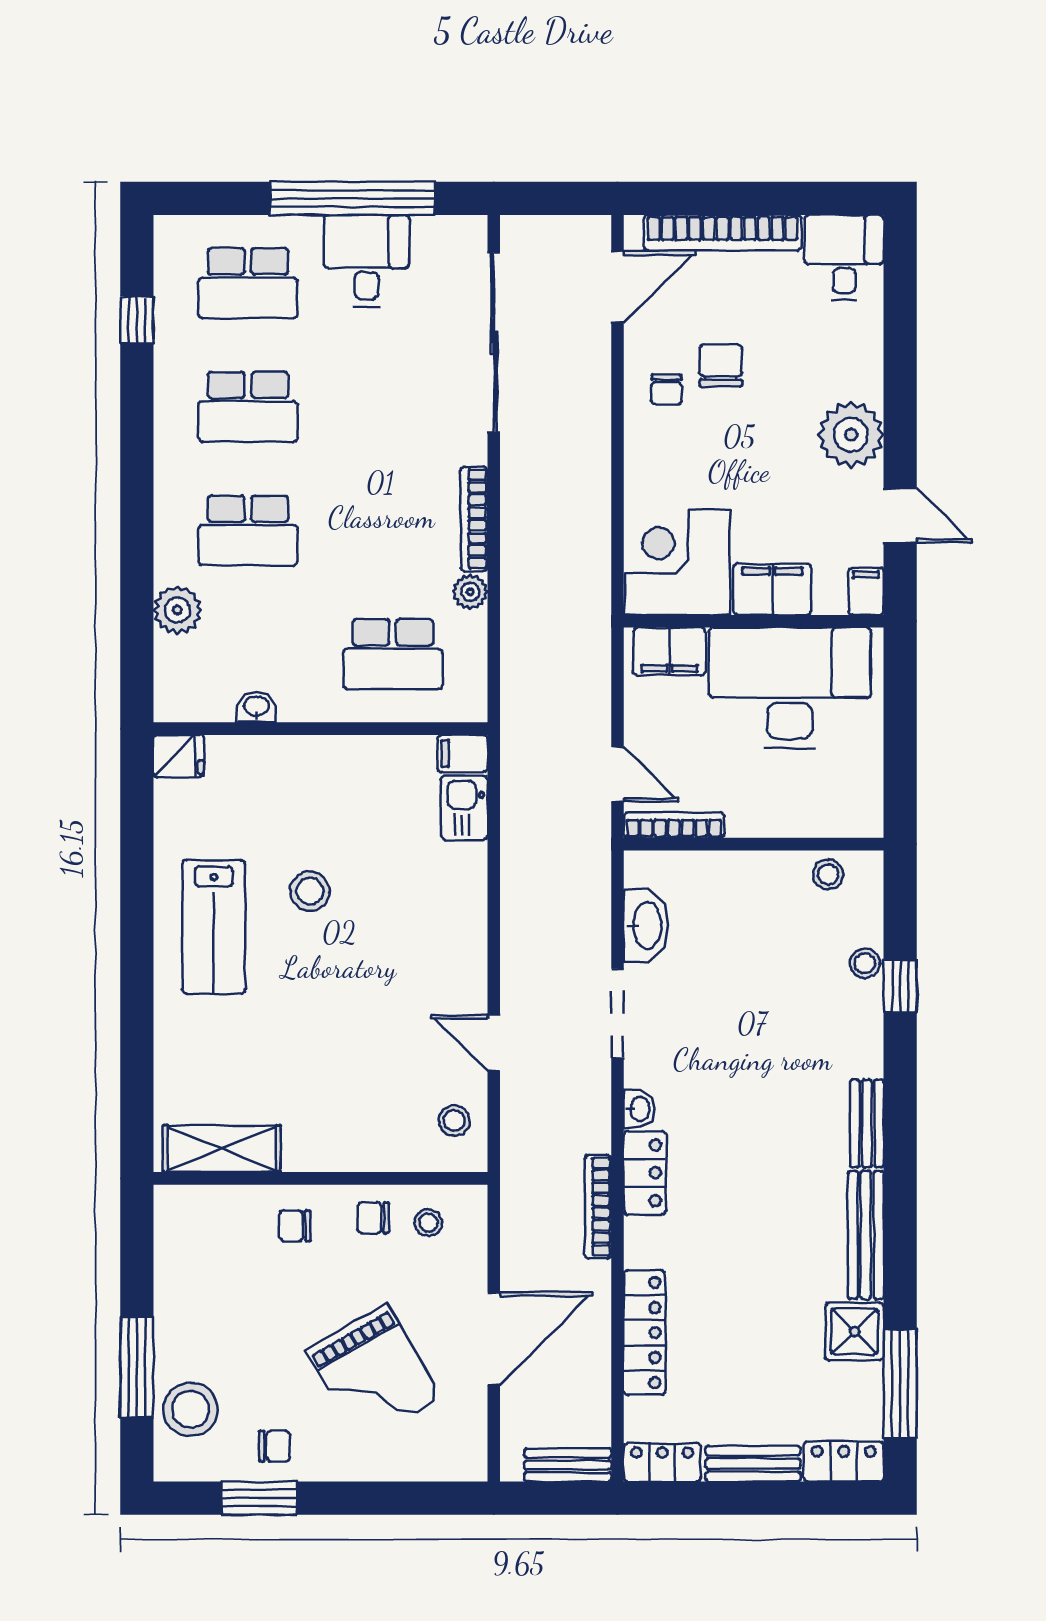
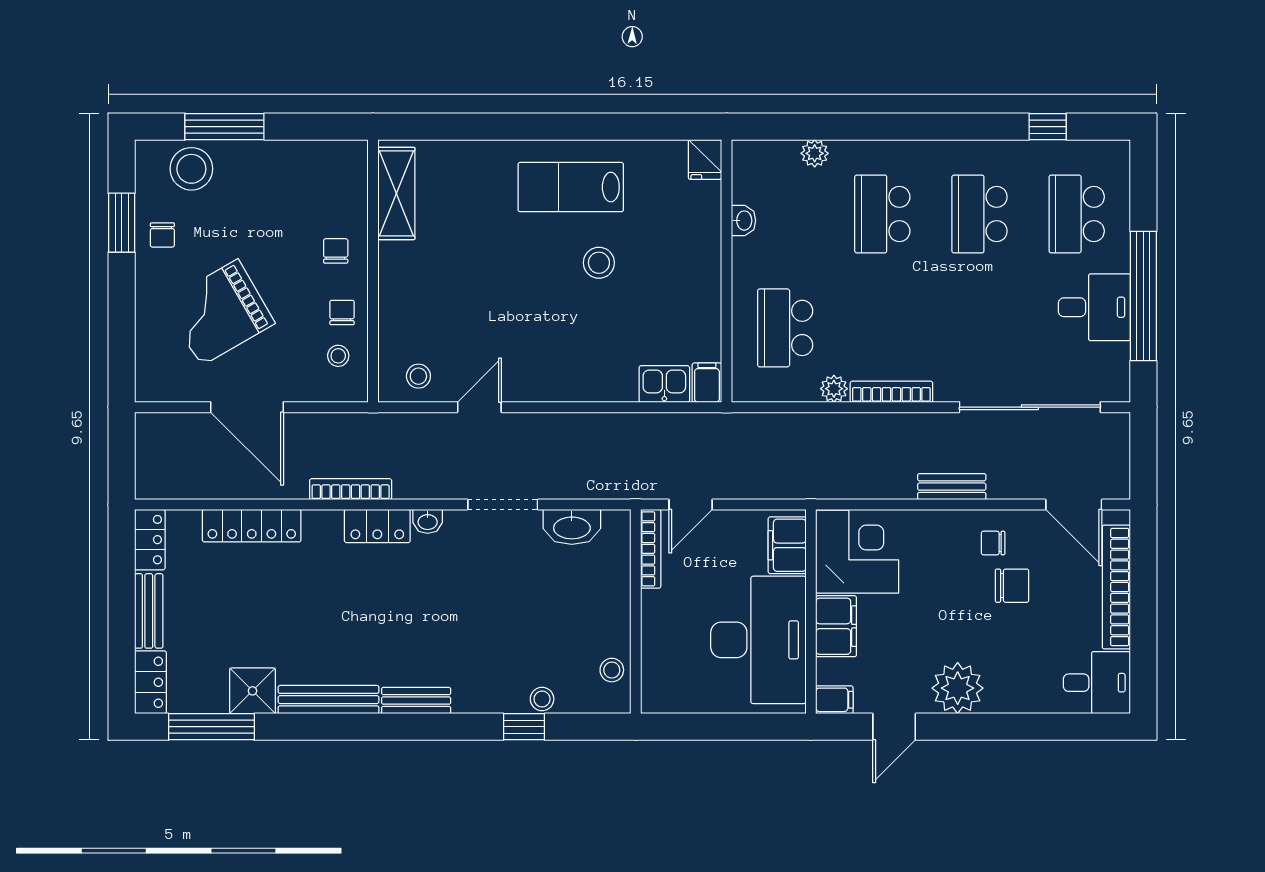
plant: (177, 610) -> (815, 153), width x0.73, depth x0.73
bench: (568, 1465) -> (952, 487), moved, turned 90

